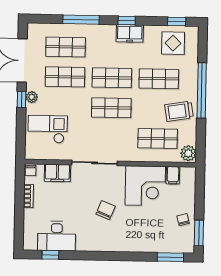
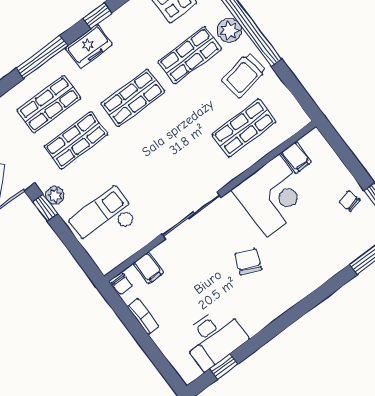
freezer: (130, 33) -> (89, 46), moved
shop shelf: (111, 108) -> (160, 134), removed
plant: (188, 153) -> (229, 30), moved
filing cabinet: (57, 173) -> (148, 268), width x0.50

